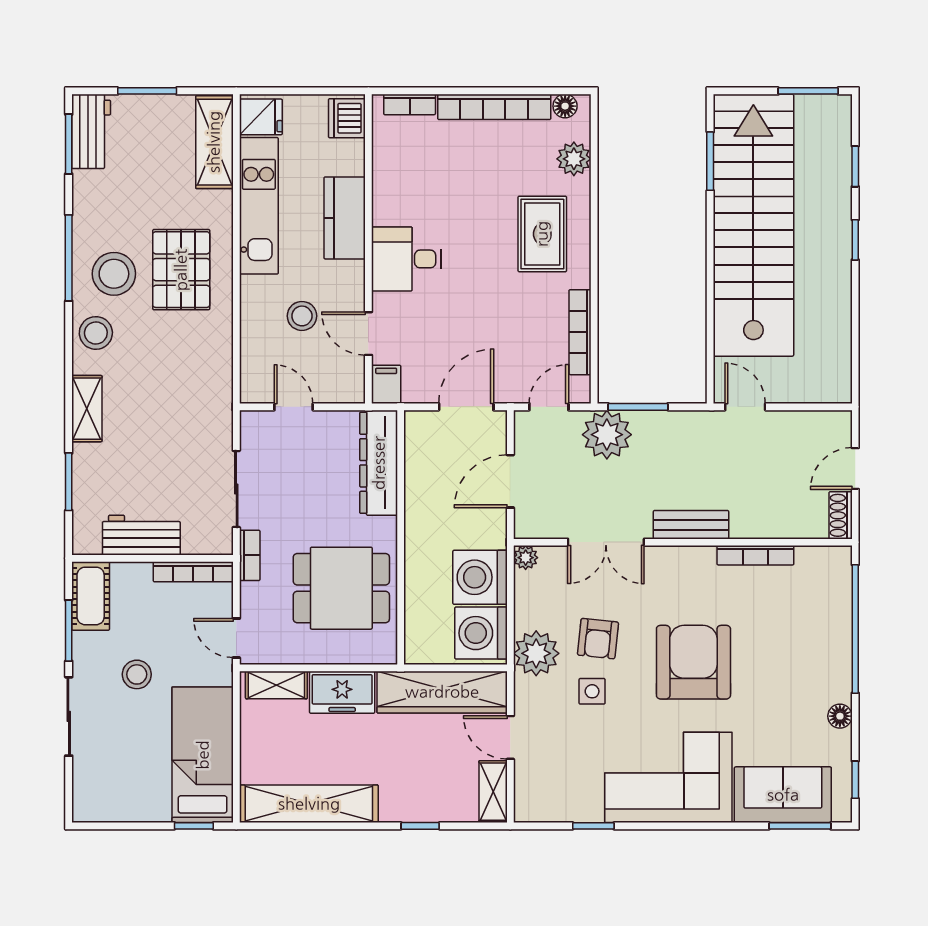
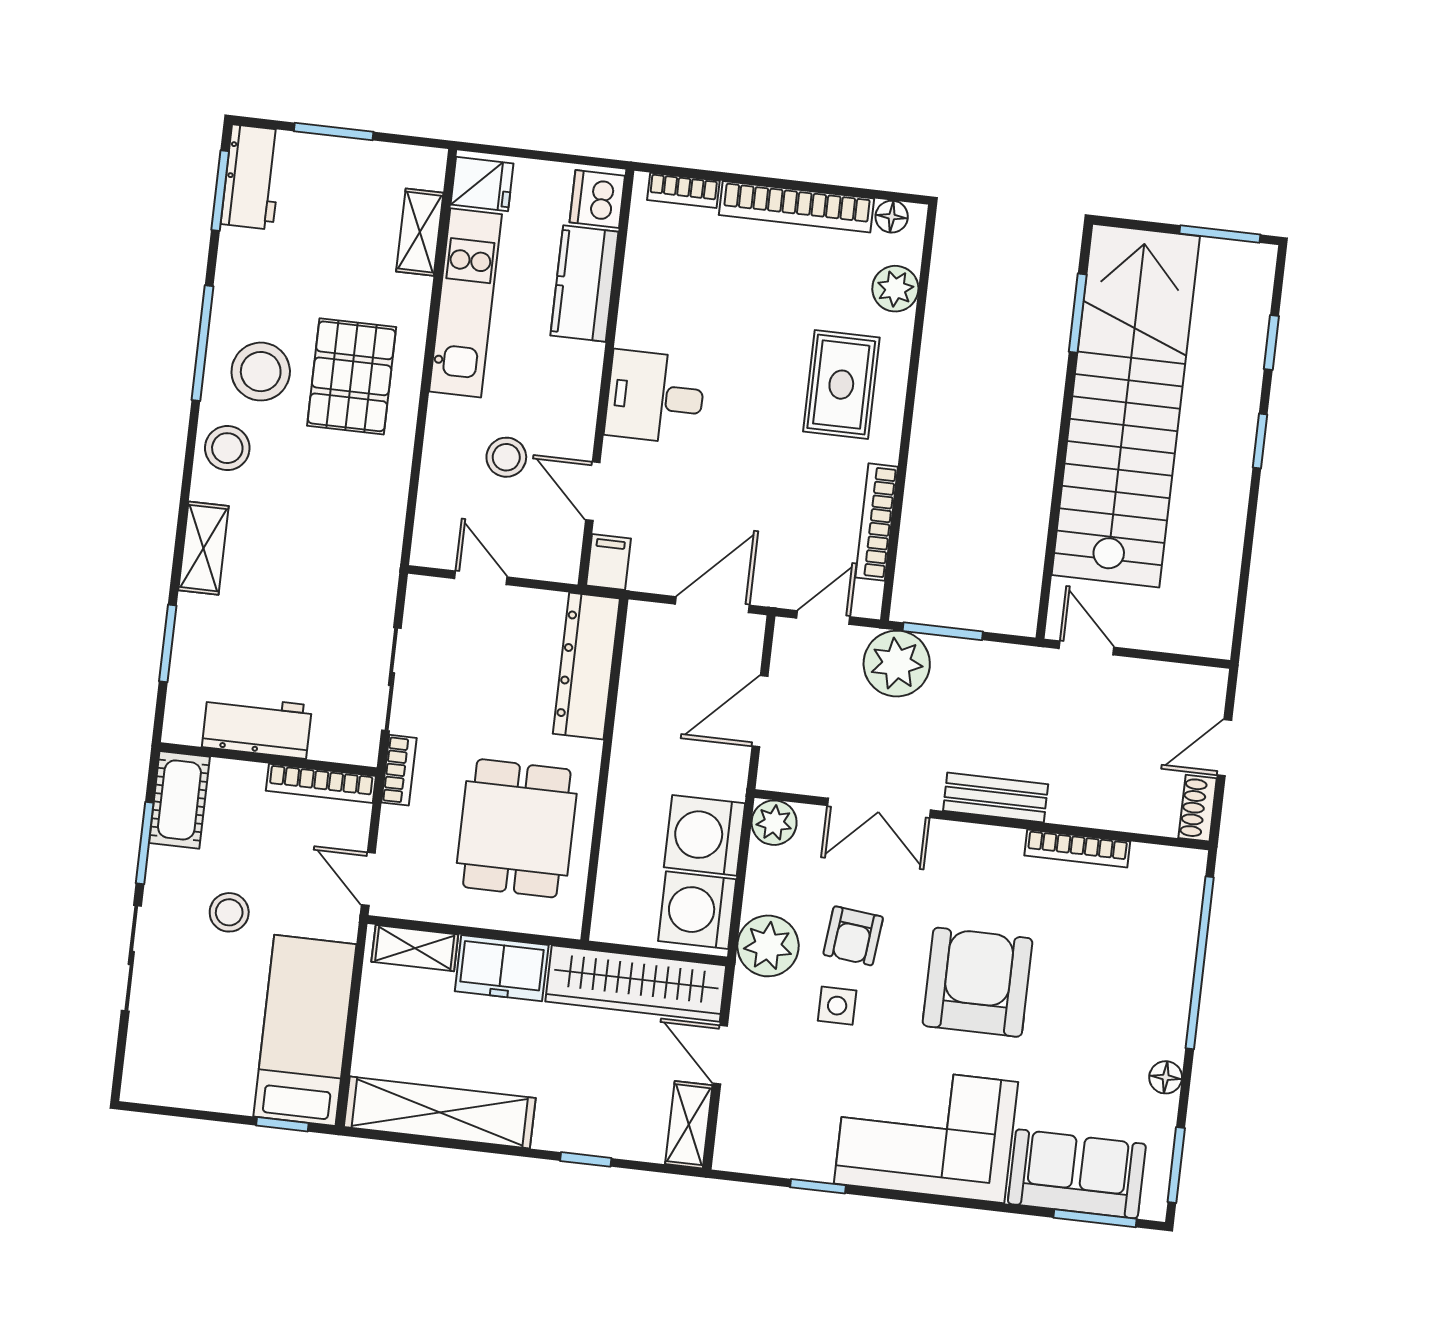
shelving: (214, 142) -> (420, 232), width x0.67, depth x0.75
kitchen counter: (345, 218) -> (584, 284), moved
plant: (526, 558) -> (774, 823), width x1.38, depth x1.38
dining table: (341, 588) -> (517, 828), turned 90
window: (855, 780) -> (1176, 1165), width x1.50

